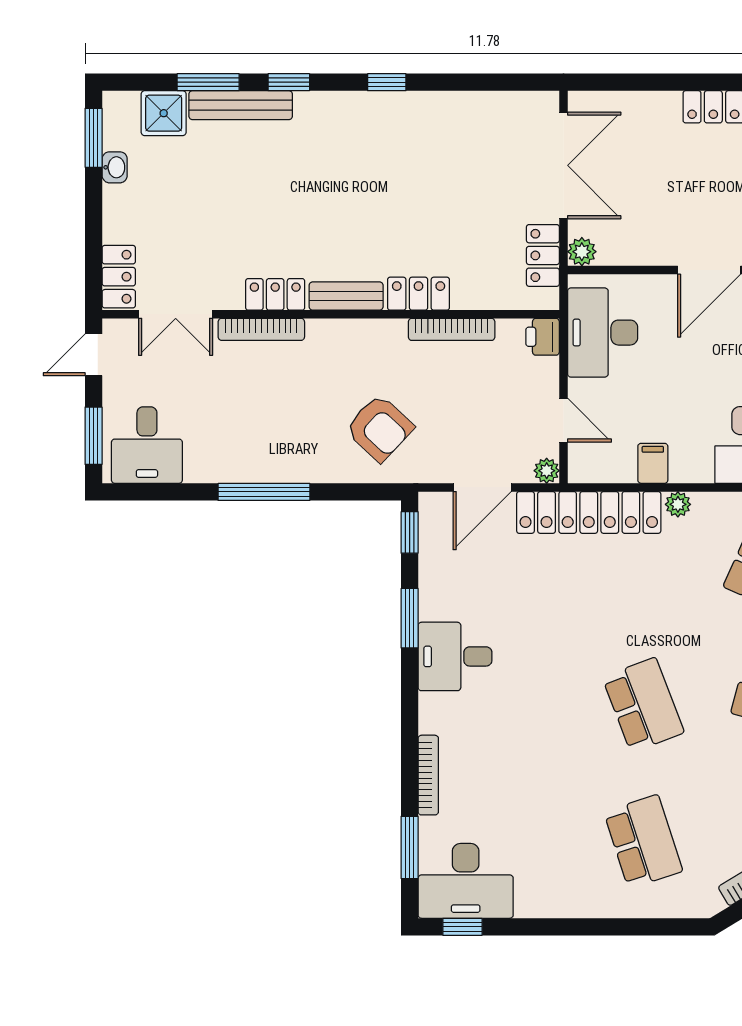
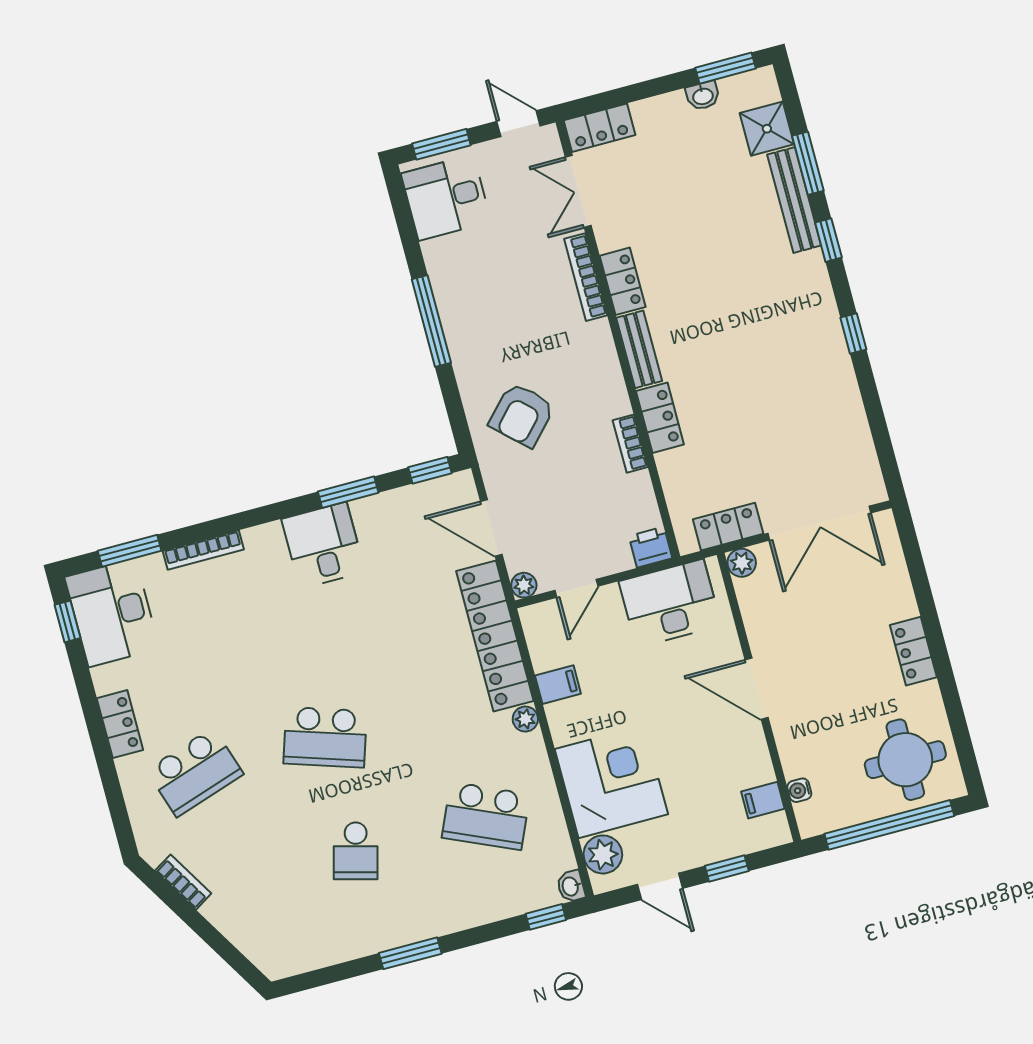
bookcase: (452, 329) -> (630, 444), width x0.64
school desk: (643, 705) -> (325, 737), turned 39
locker: (577, 902) -> (120, 724), added

